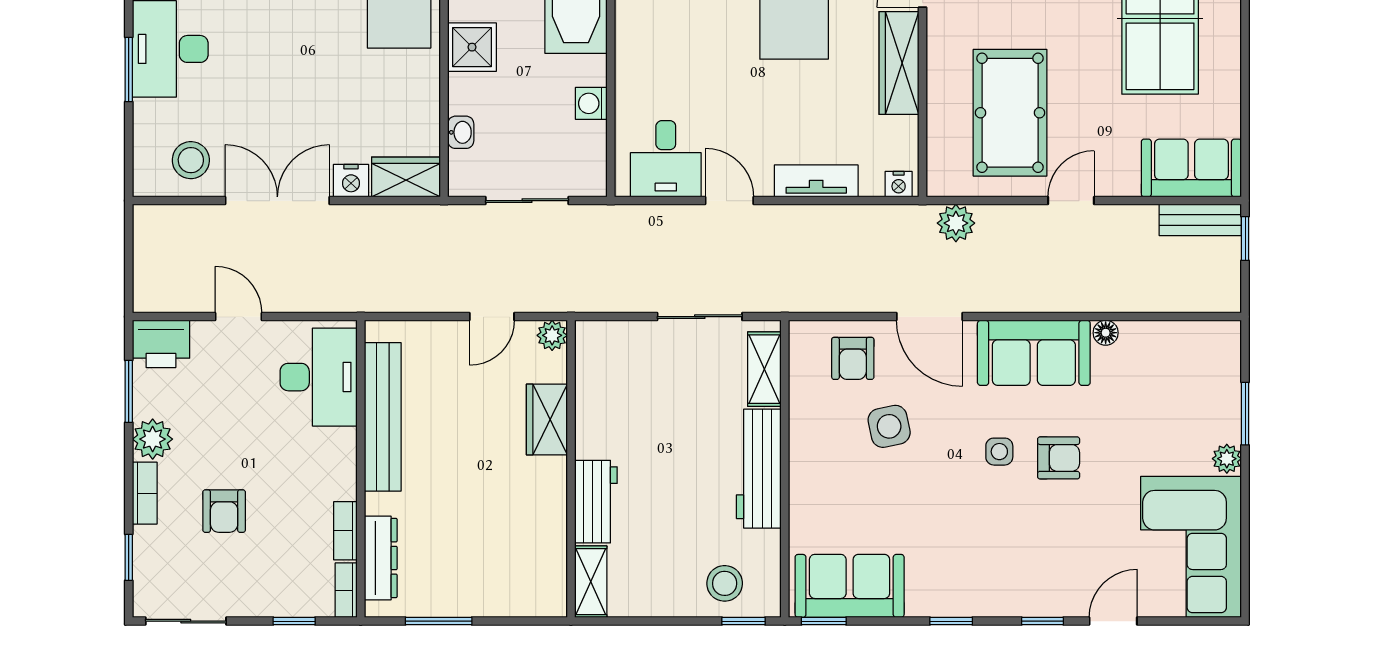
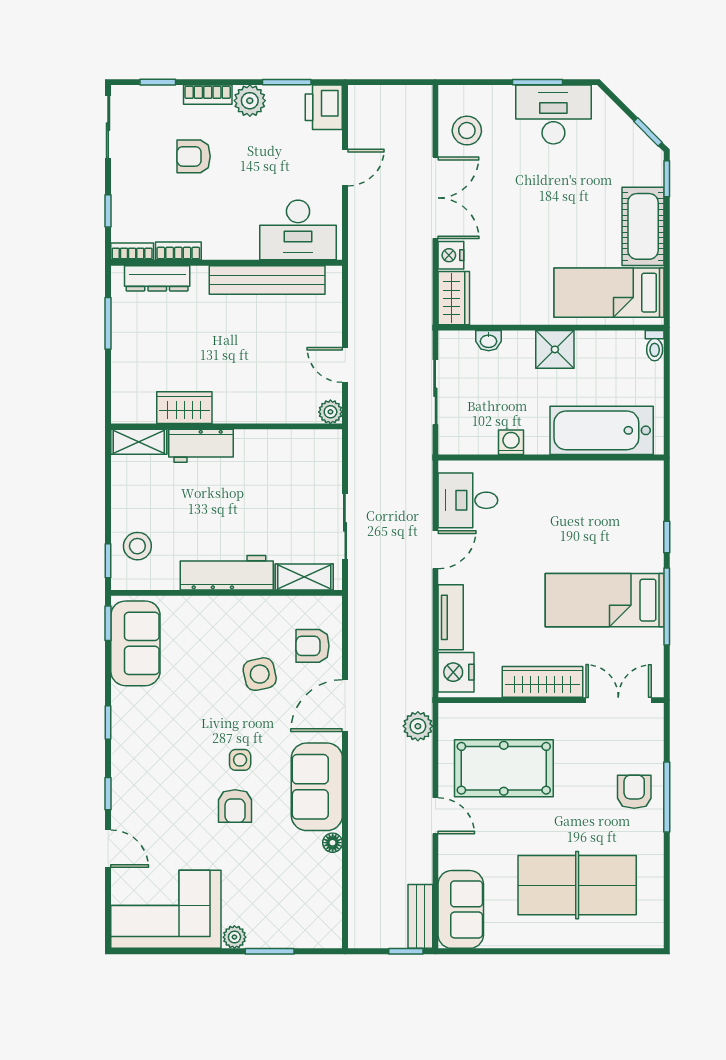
nightstand: (899, 184) -> (456, 672), width x1.89, depth x1.79
wardrobe: (547, 419) -> (184, 408), moved

